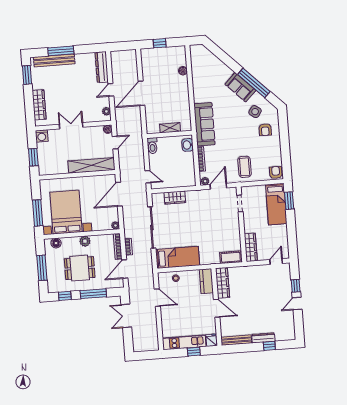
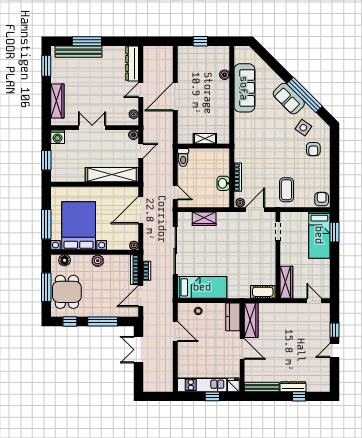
sofa: (204, 124) -> (244, 88), moved
washbasin: (188, 145) -> (223, 183), moved
door: (276, 261) -> (314, 301), hinge flipped
dining table: (80, 268) -> (67, 292), moved, turned 90

